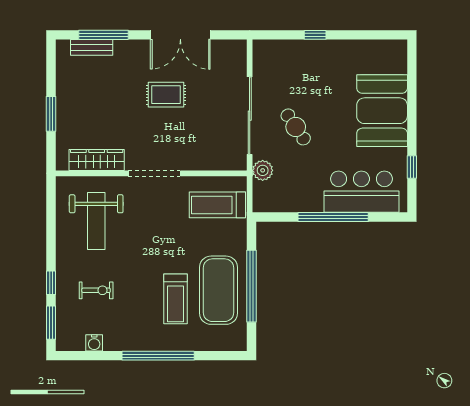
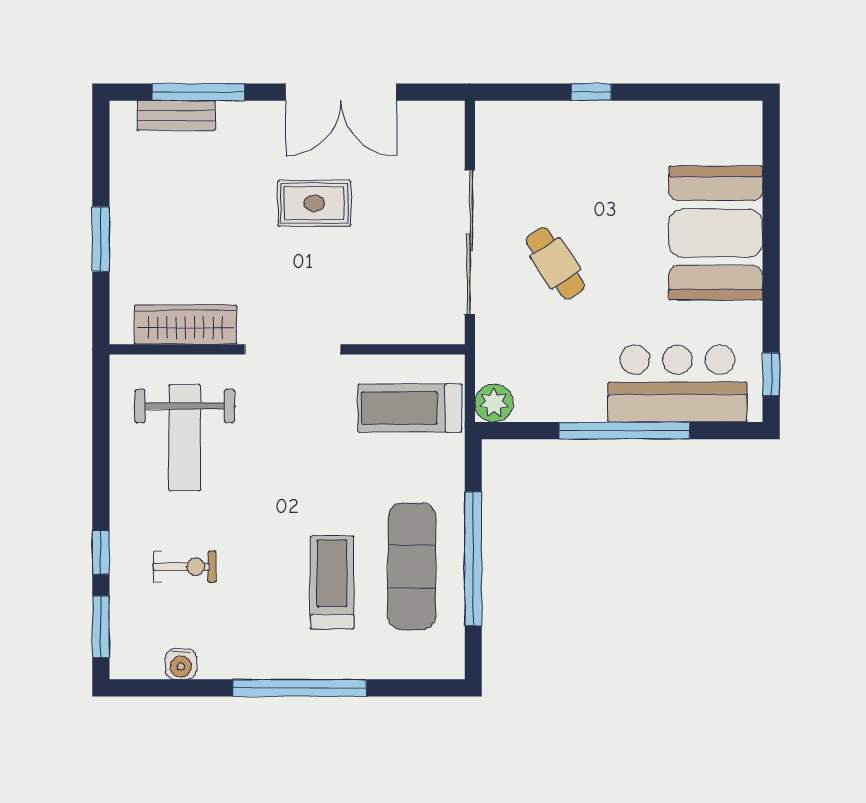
window: (412, 167) -> (771, 374), moved
plant: (263, 170) -> (494, 403), moved
exercise mat: (219, 290) -> (412, 566), width x0.68
treadmill: (175, 299) -> (332, 583), turned 180

